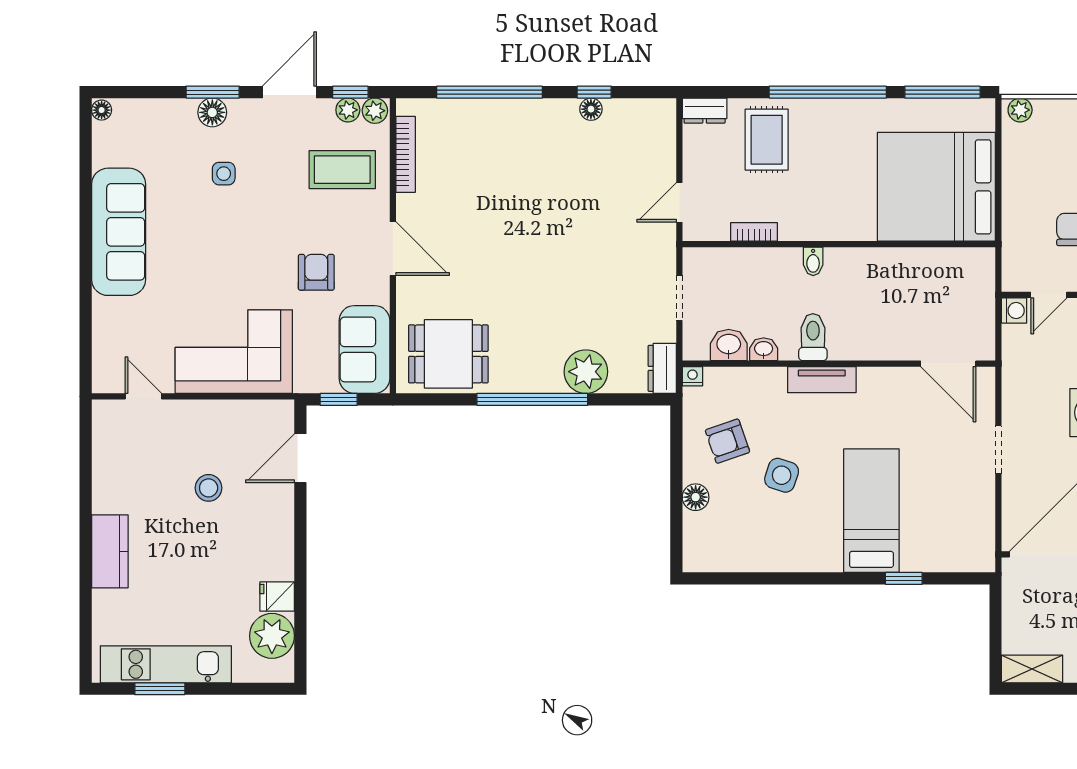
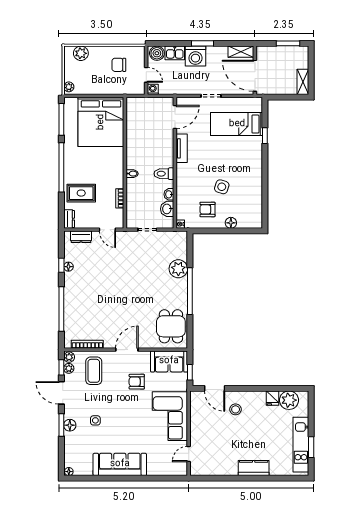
dresser: (662, 368) -> (81, 237), moved
tv unit: (822, 380) -> (182, 148), moved
armchair: (727, 441) -> (207, 209), turned 109
stool: (209, 488) -> (236, 409), moved
bed: (871, 511) -> (237, 124), moved

